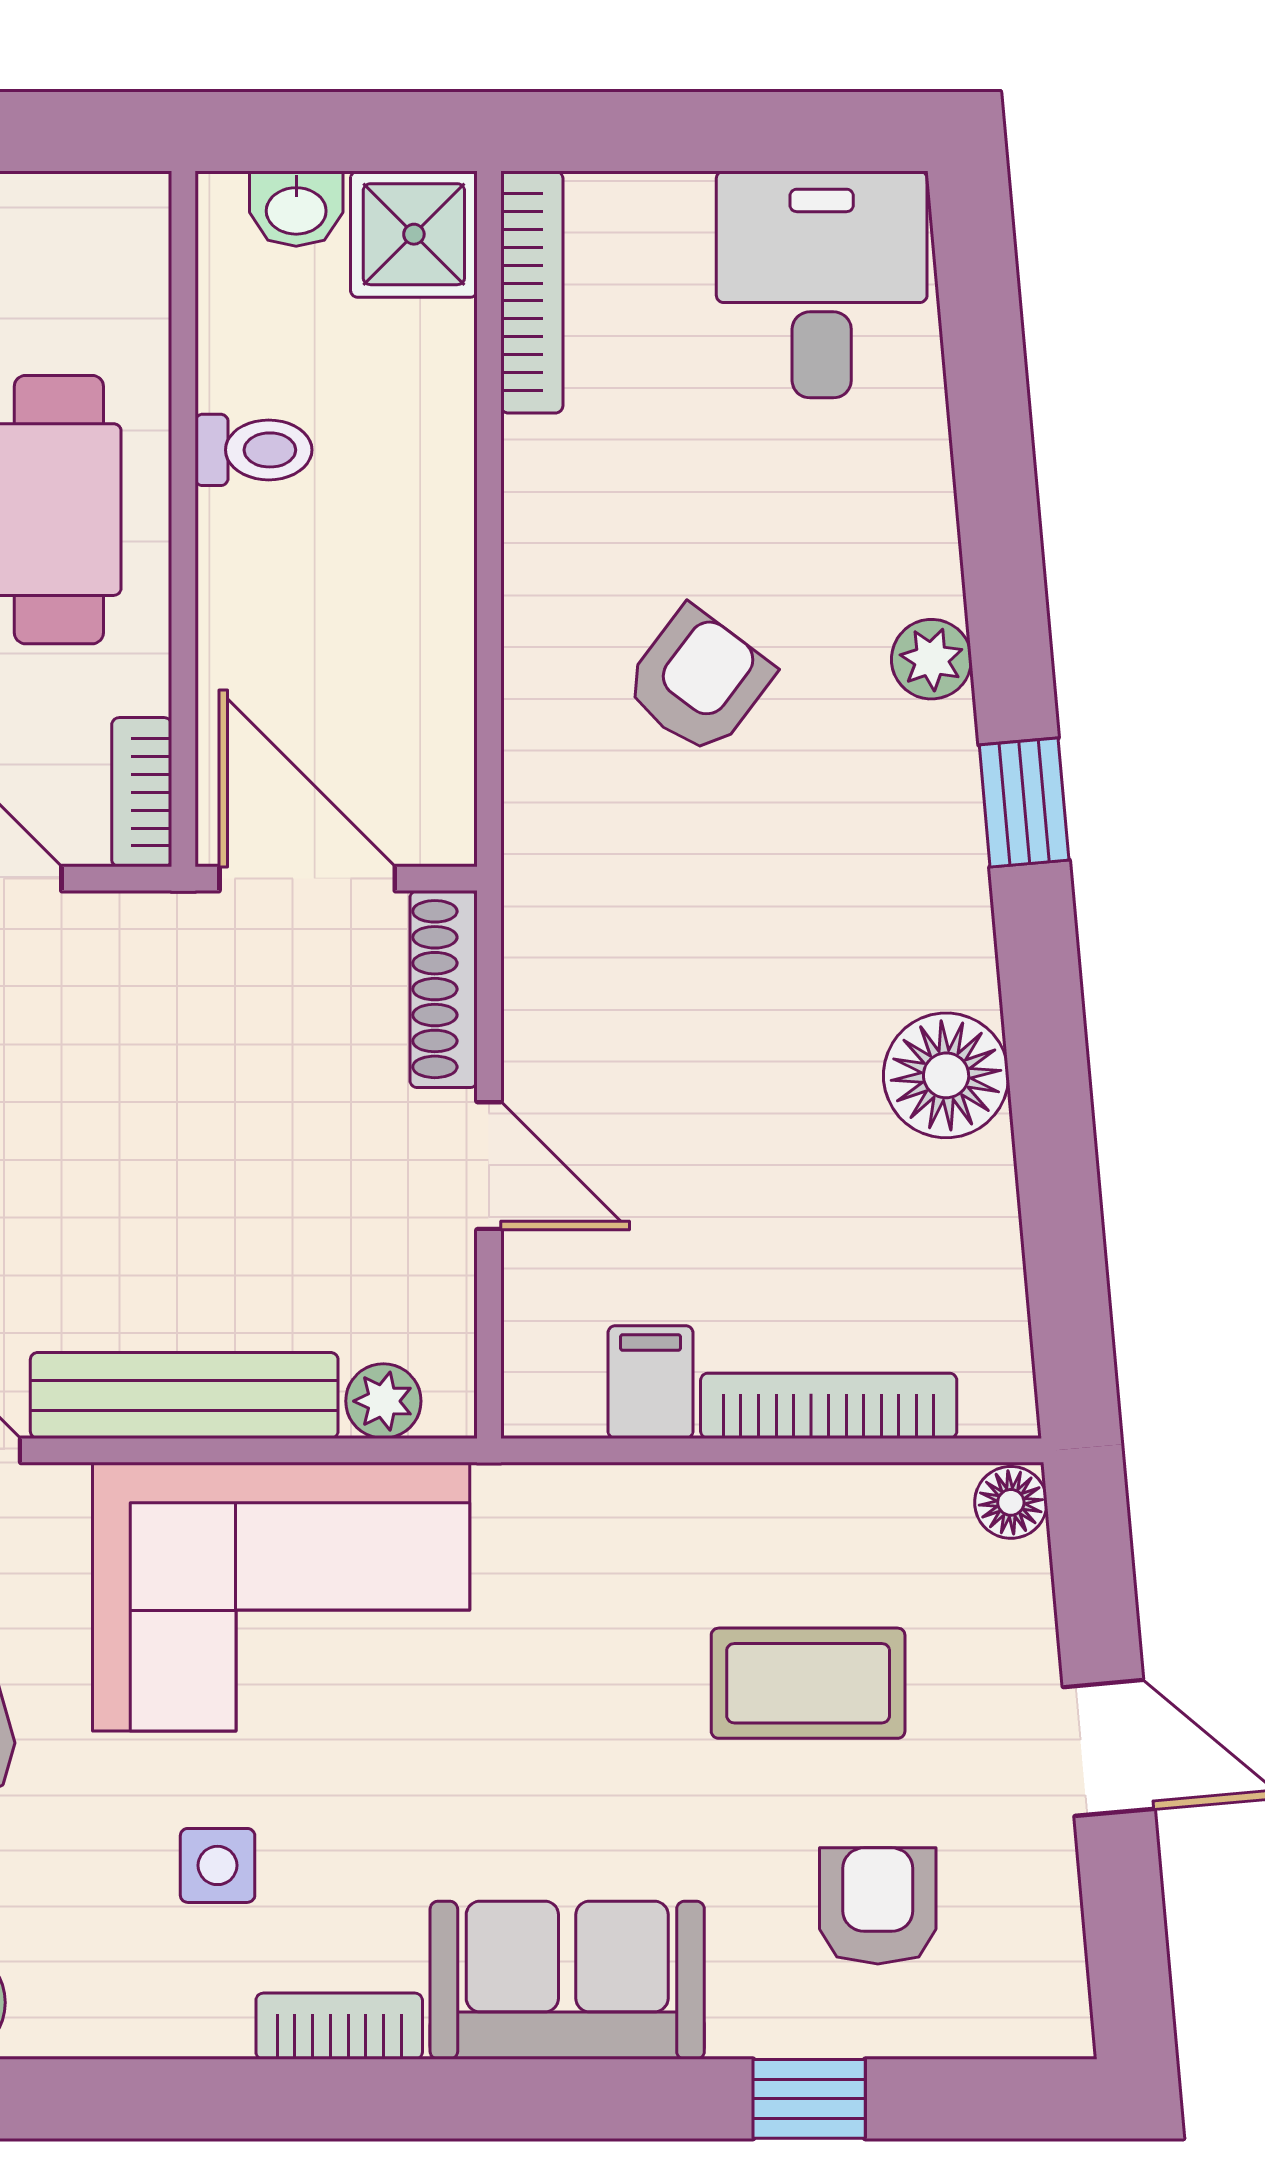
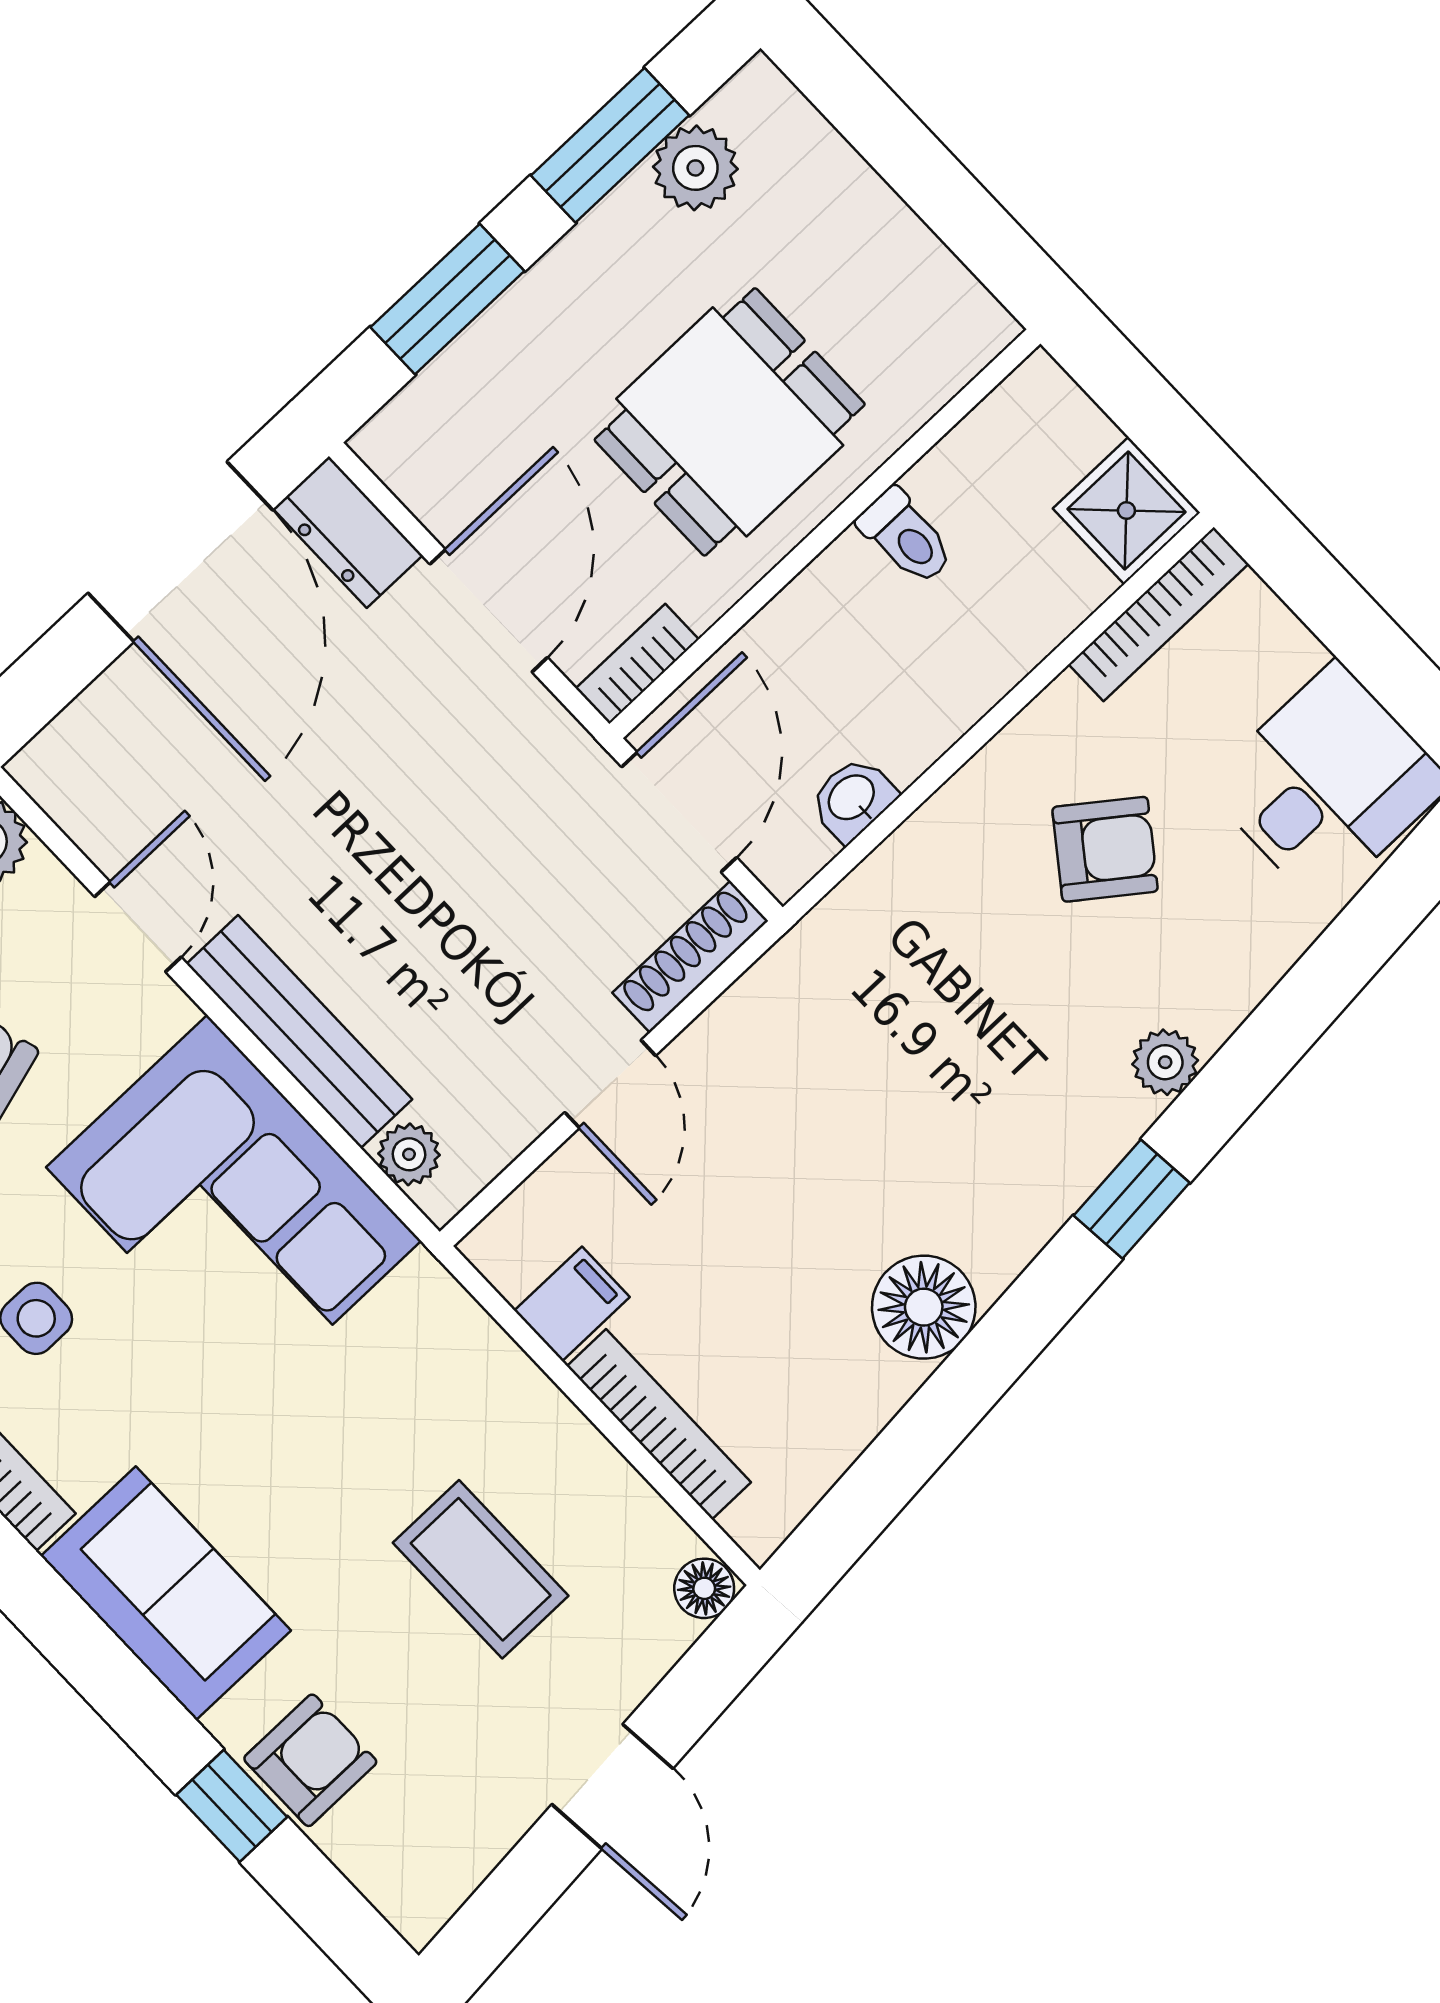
washbasin: (296, 209) -> (853, 799), moved, turned 90
armchair: (698, 681) -> (1105, 849), moved
armchair: (878, 1906) -> (310, 1760), moved

